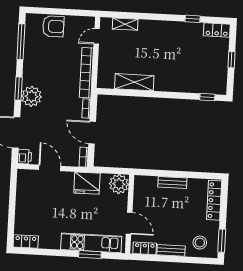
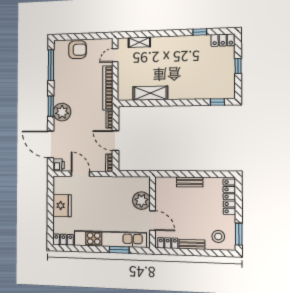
fridge: (87, 183) -> (62, 206), moved, turned -90
plant: (119, 184) -> (141, 201), moved
kitchen unit: (91, 243) -> (110, 239), width x1.36

